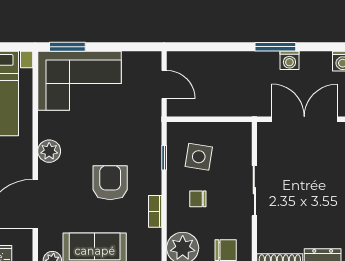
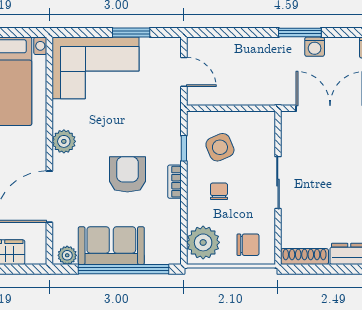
window: (67, 47) -> (131, 32), moved
side table: (199, 157) -> (220, 147), turned -32
chair: (198, 199) -> (219, 191), turned 90
bookcase: (155, 211) -> (174, 182), moved

